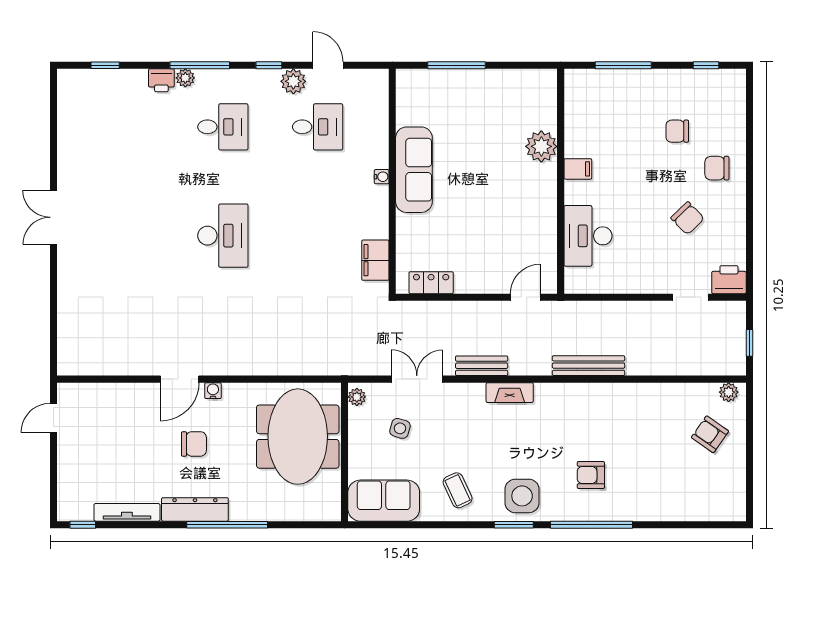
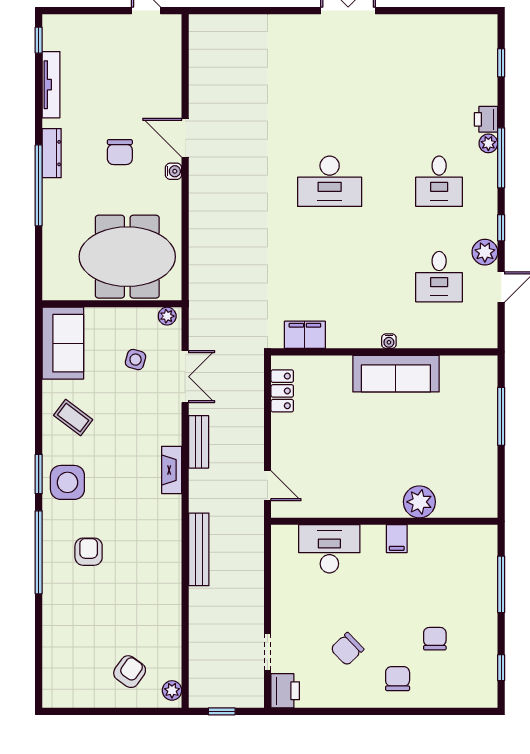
coffee table: (458, 490) -> (73, 418), turned 62
dresser: (195, 509) -> (52, 153), width x0.73, depth x0.80

